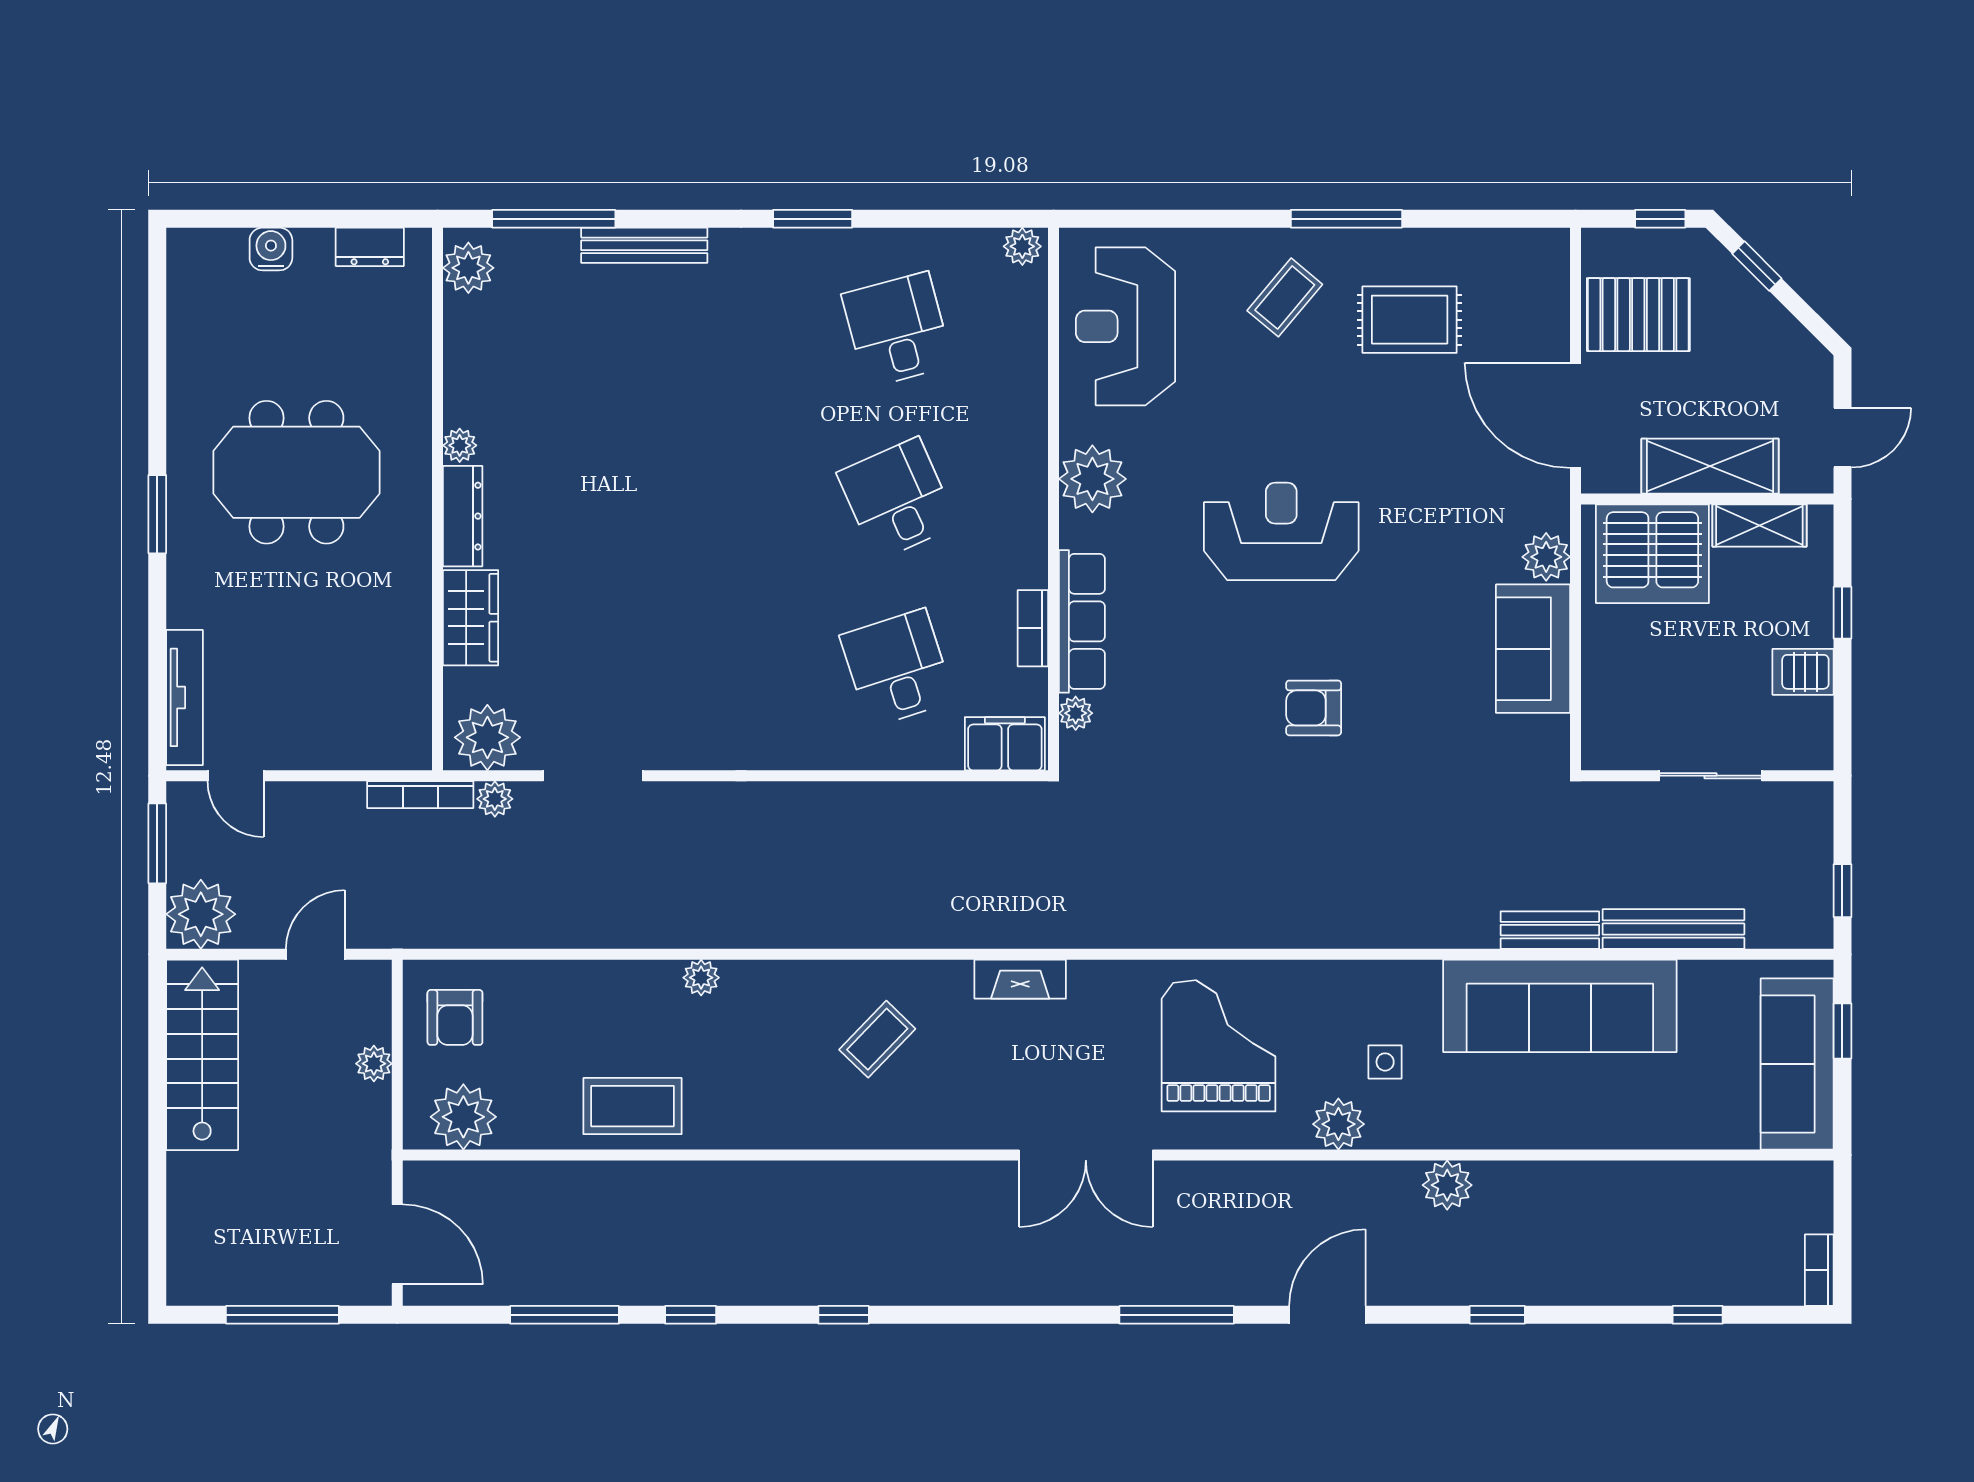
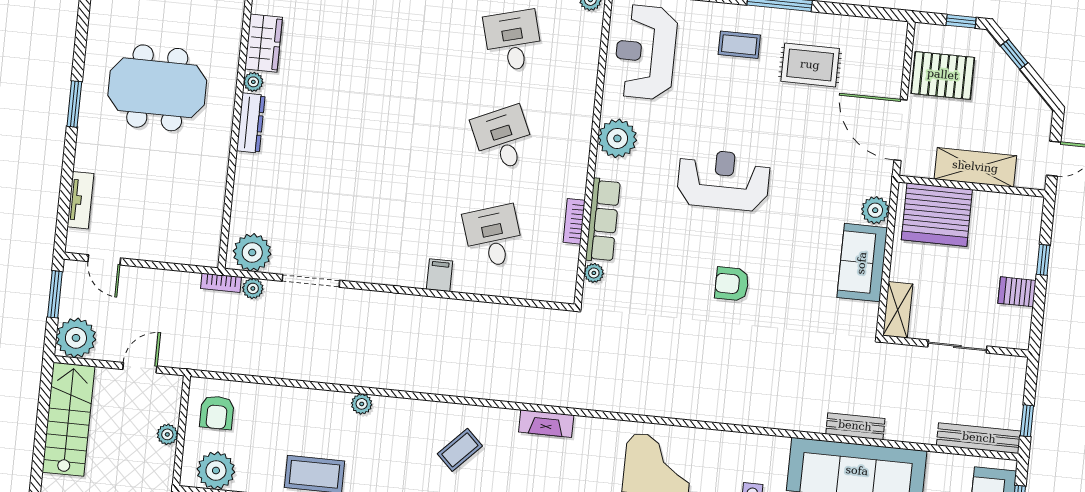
coffee table: (1285, 297) -> (739, 45), turned 50
shelving: (1759, 525) -> (898, 310), moved, turned 90
wardrobe: (471, 618) -> (264, 43), moved
tv unit: (184, 697) -> (80, 200), width x0.71
filing cabinet: (1005, 744) -> (440, 275), moved, width x0.50
bookcase: (420, 795) -> (221, 283), width x0.64
bench: (1673, 929) -> (979, 438), moved

